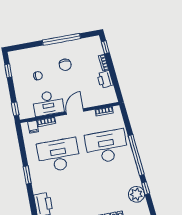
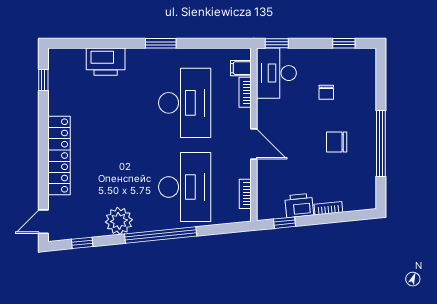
window: (105, 47) -> (284, 223), moved
desk: (48, 103) -> (276, 73), moved
window: (146, 188) -> (82, 243), moved
plant: (136, 194) -> (119, 221), moved

